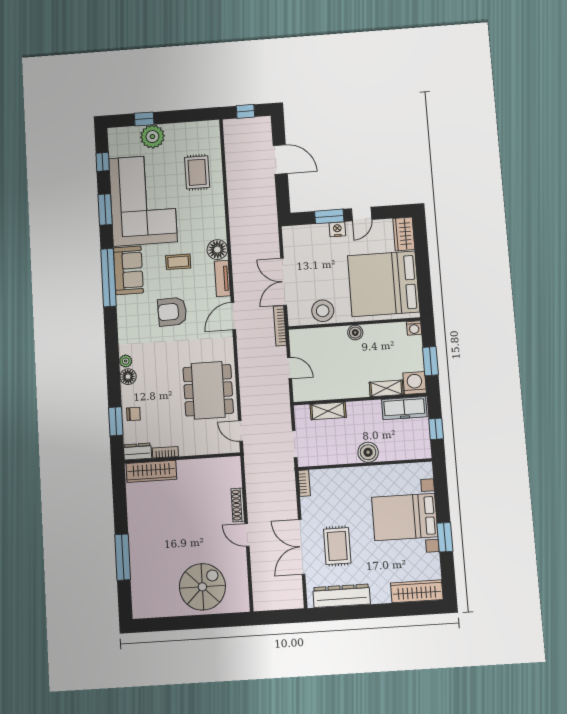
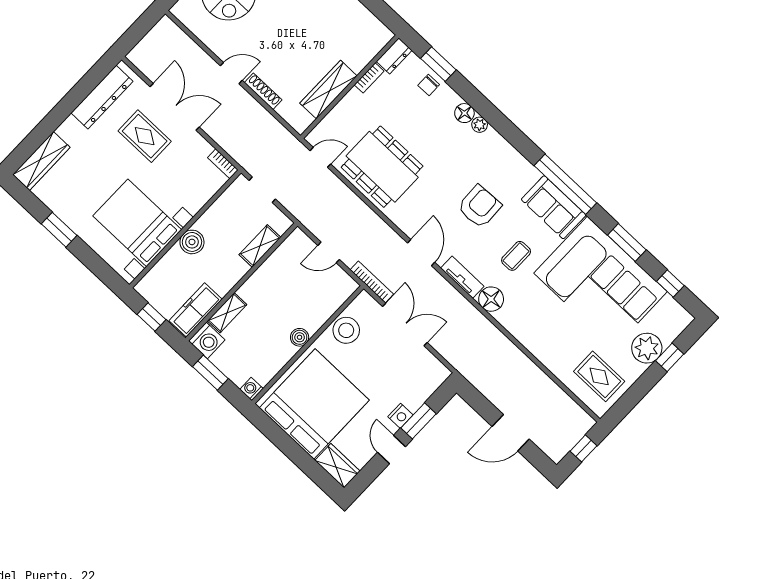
rug: (197, 172) -> (599, 376), moved
wardrobe: (151, 471) -> (328, 90), moved
bed with nightstands: (405, 517) -> (137, 223), moved, turned -90

